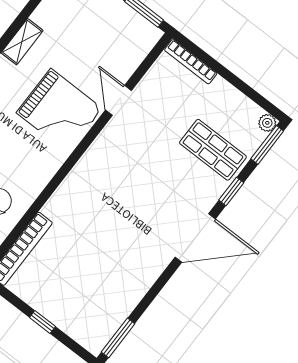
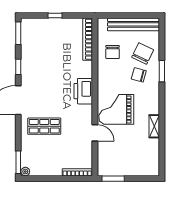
shop shelf: (213, 150) -> (44, 126), moved
printer: (88, 176) -> (83, 91), added
window: (231, 191) -> (18, 67), moved

